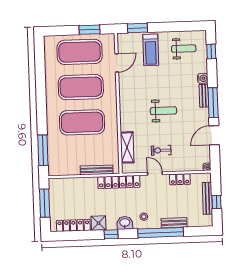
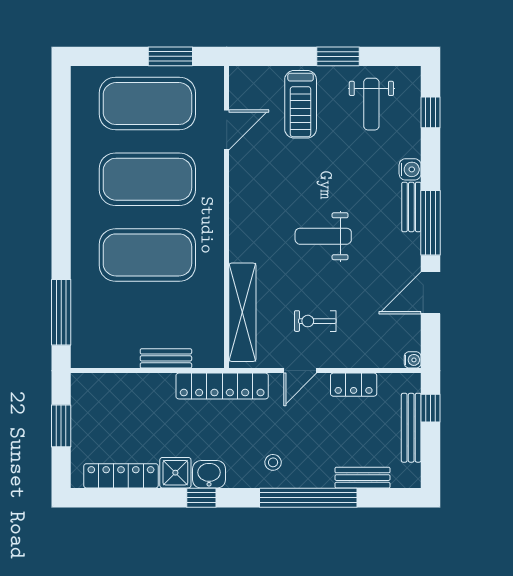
window: (137, 28) -> (338, 56), moved
weight bench: (184, 49) -> (371, 104), turned 90
weight bench: (163, 111) -> (323, 236), turned 180
shelving: (127, 147) -> (242, 312), width x1.47
bench: (97, 170) -> (166, 358), width x0.73
door: (155, 174) -> (300, 371), swing flipped
window: (217, 202) -> (430, 408), moved
window: (45, 203) -> (61, 426), width x0.69
washbasin: (125, 223) -> (209, 474), moved
bench: (174, 223) -> (362, 478), moved

